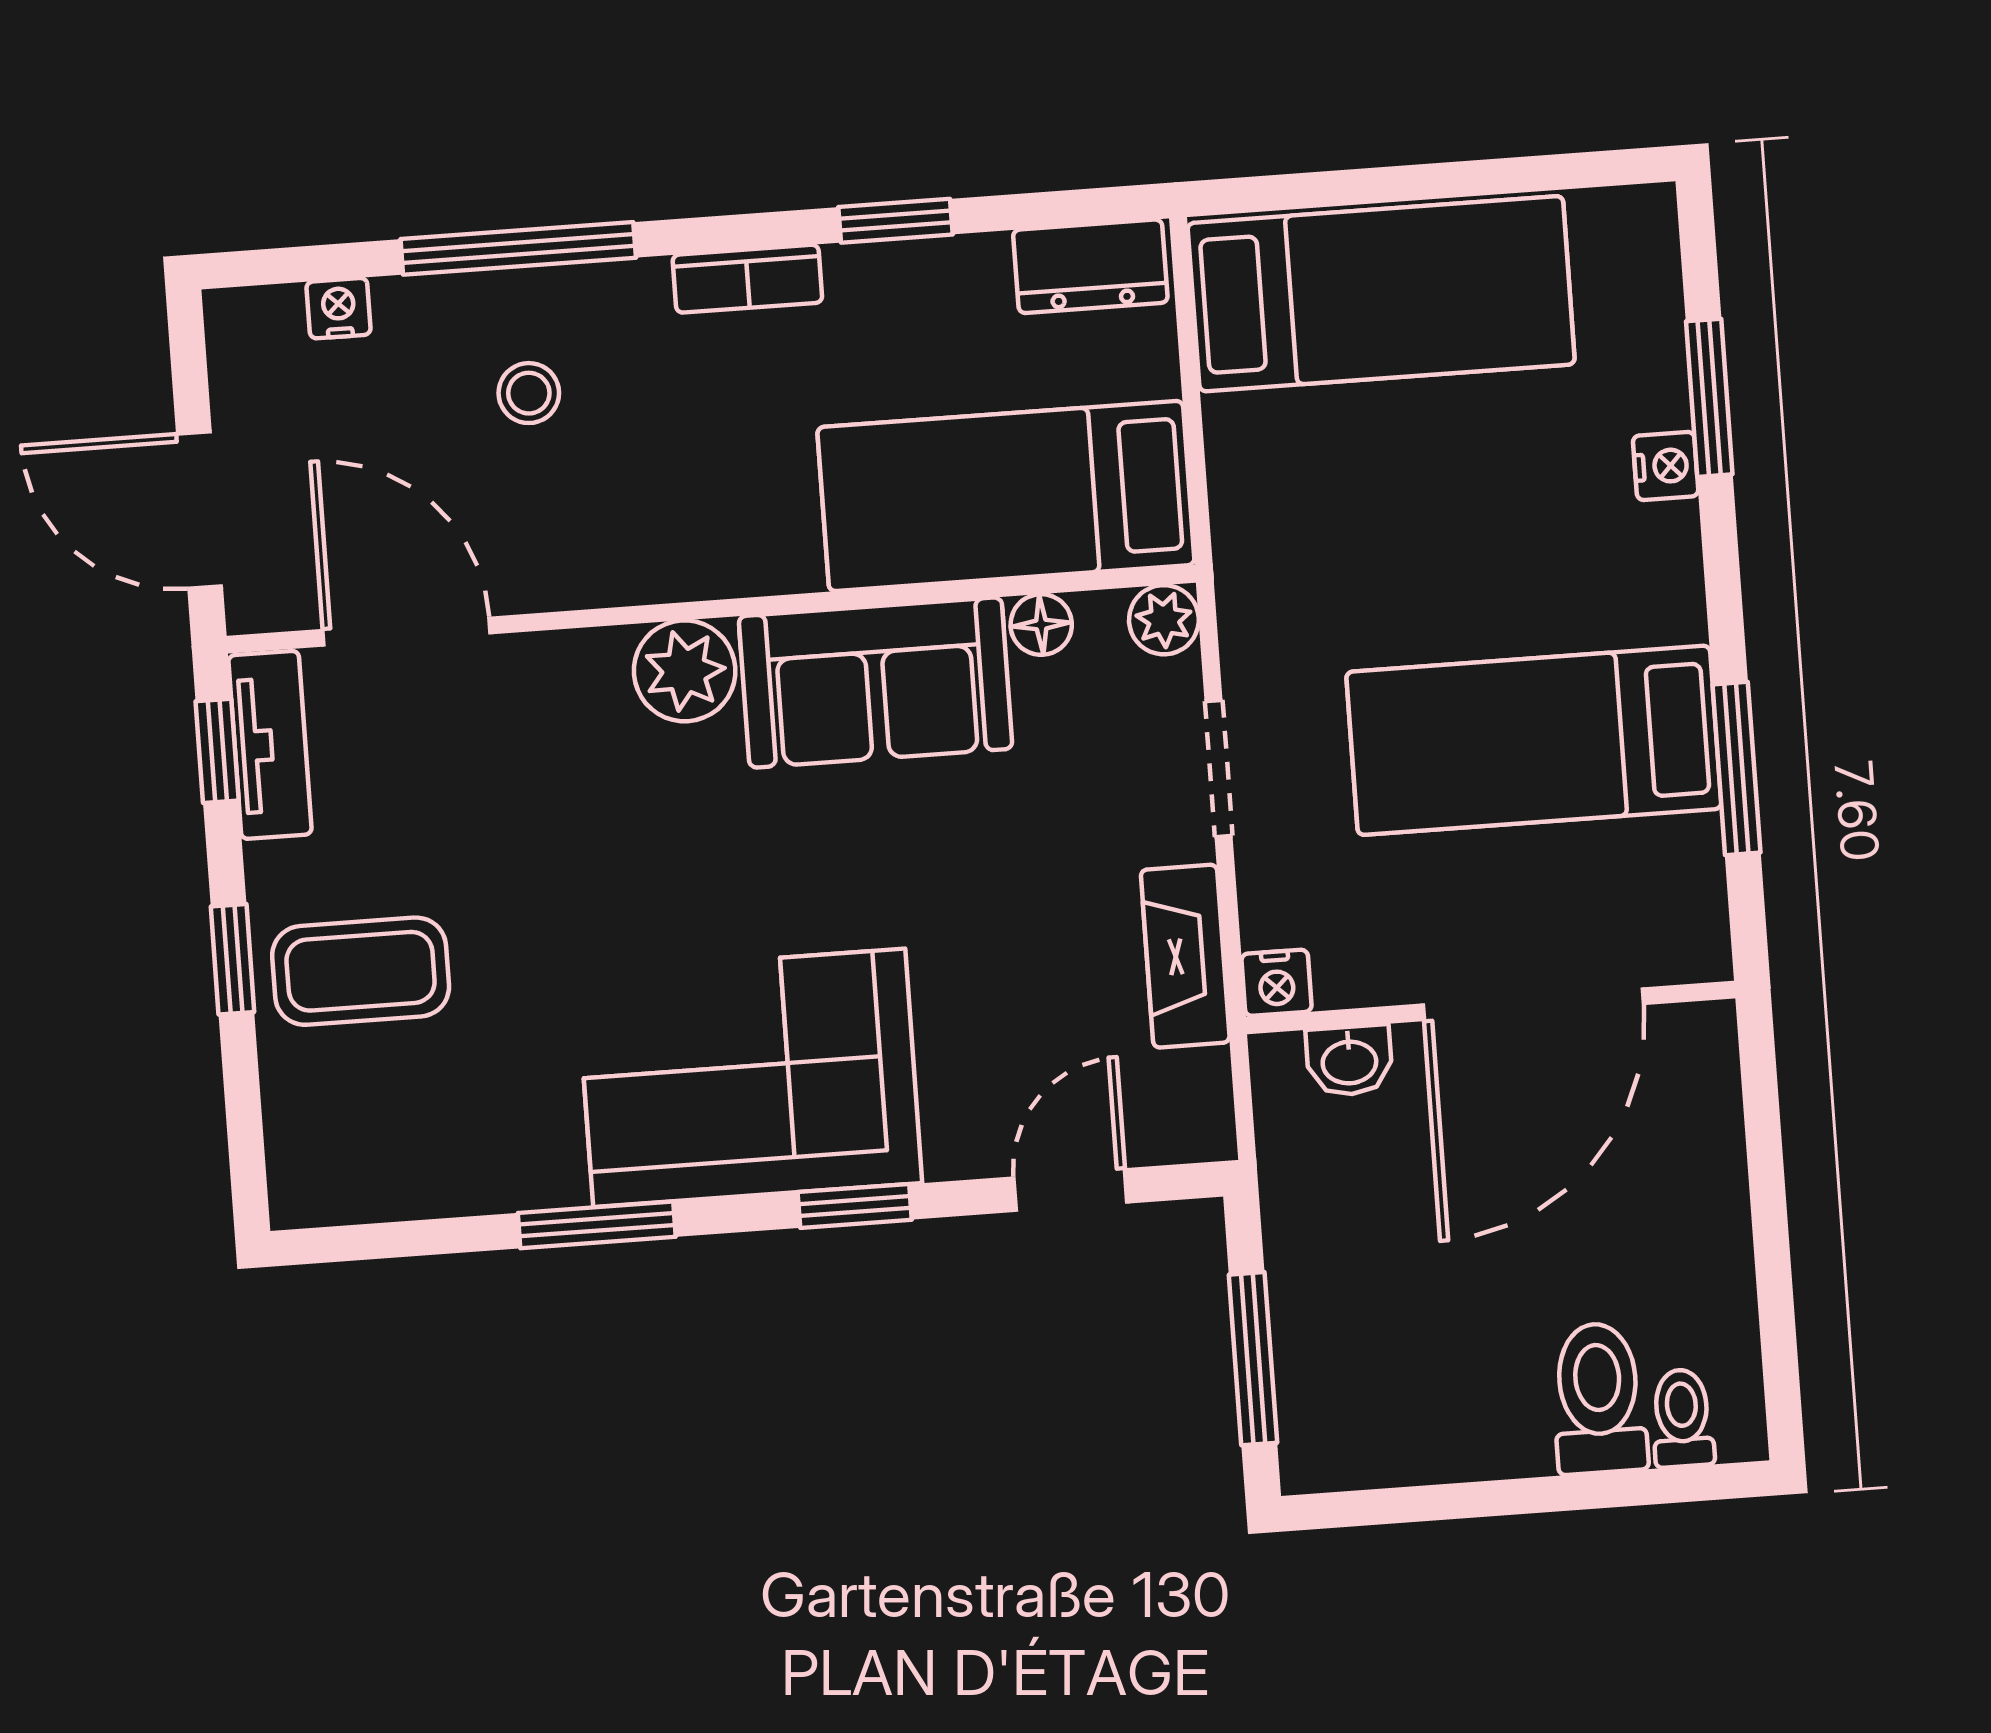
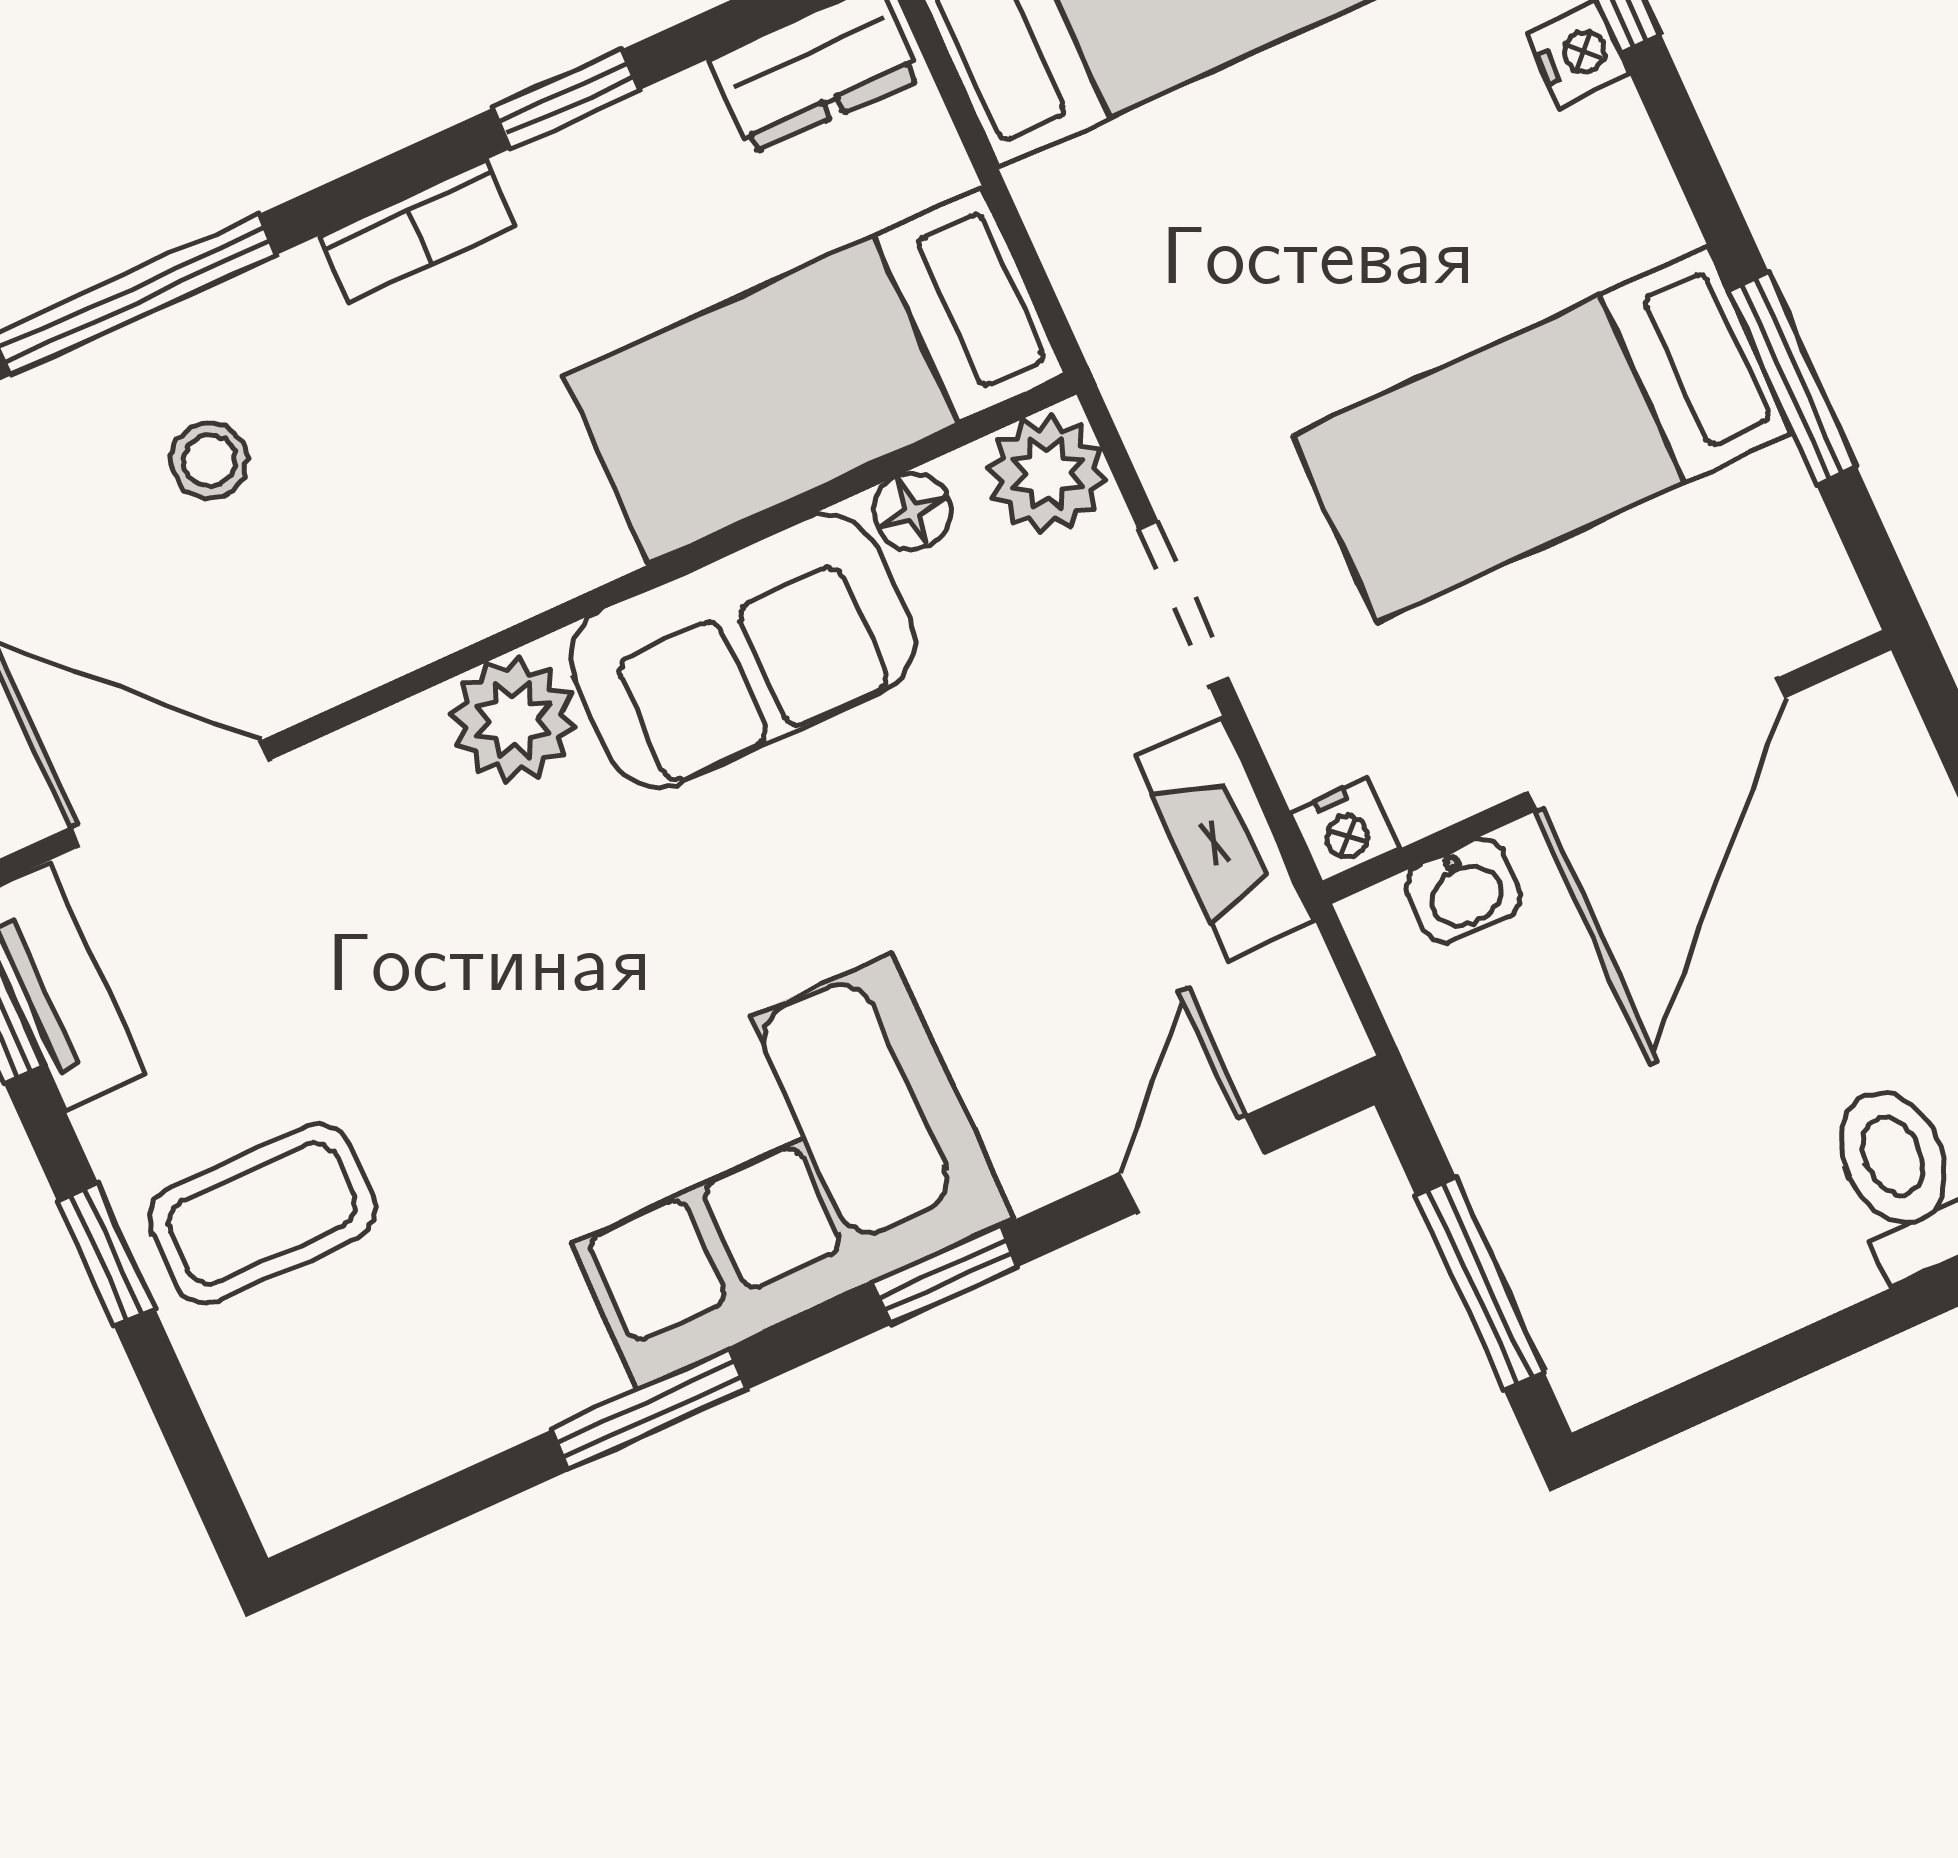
plant: (1164, 620) -> (1047, 474), width x1.38, depth x1.38

